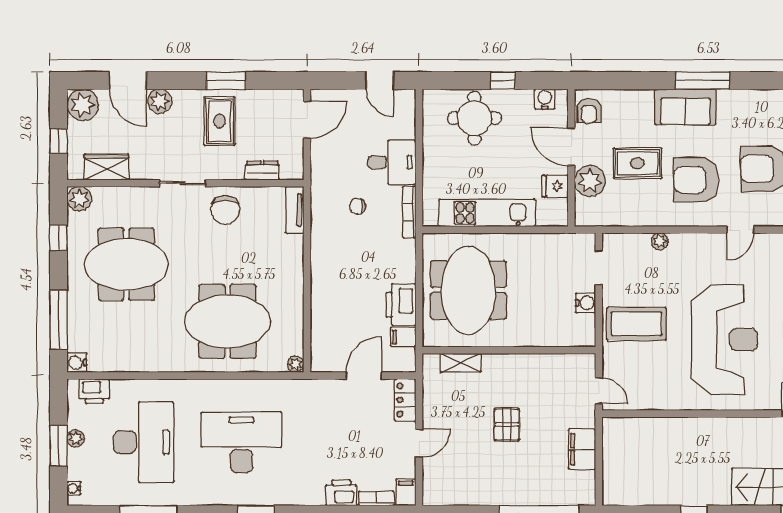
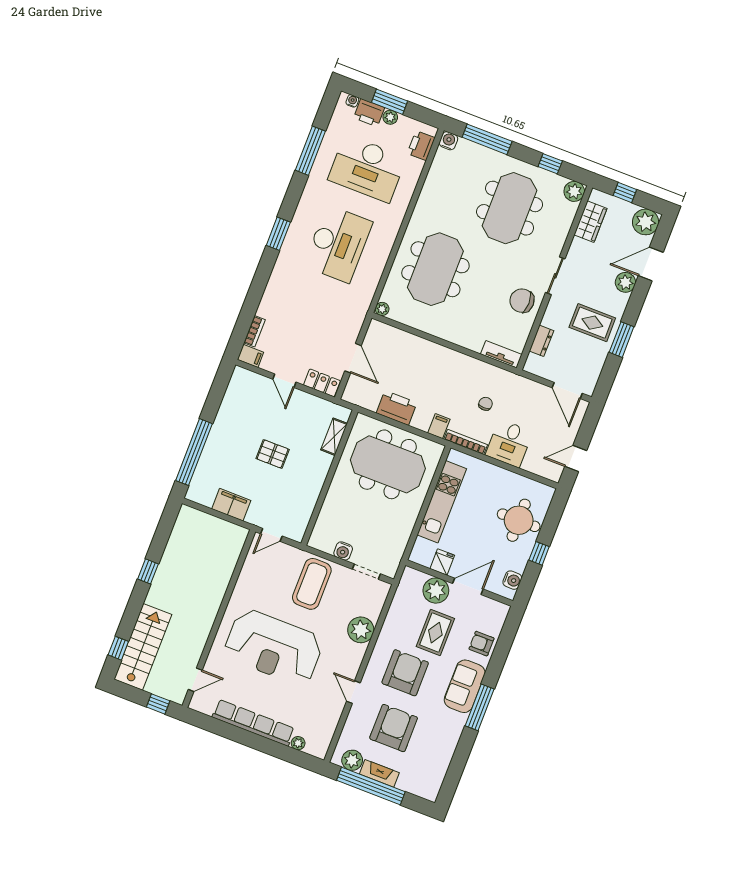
armchair: (589, 111) -> (481, 644), moved
plant: (660, 241) -> (361, 630), width x1.88, depth x1.88
filing cabinet: (403, 337) -> (439, 426), moved
printer: (341, 493) -> (369, 113), moved, turned 90

